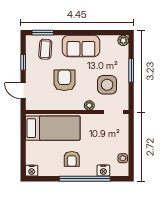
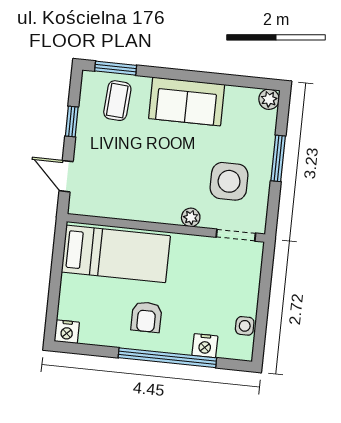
armchair: (64, 80) -> (148, 164), removed

